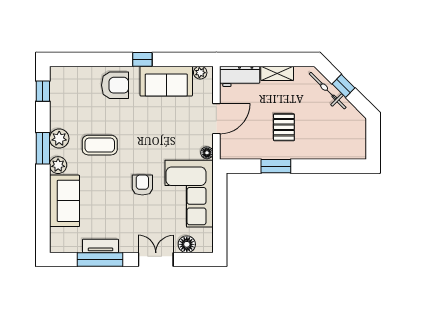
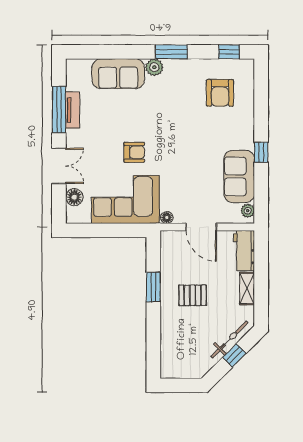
armchair: (115, 85) -> (220, 93), moved
plant: (59, 138) -> (181, 68), removed
coffee table: (100, 145) -> (175, 109), removed

